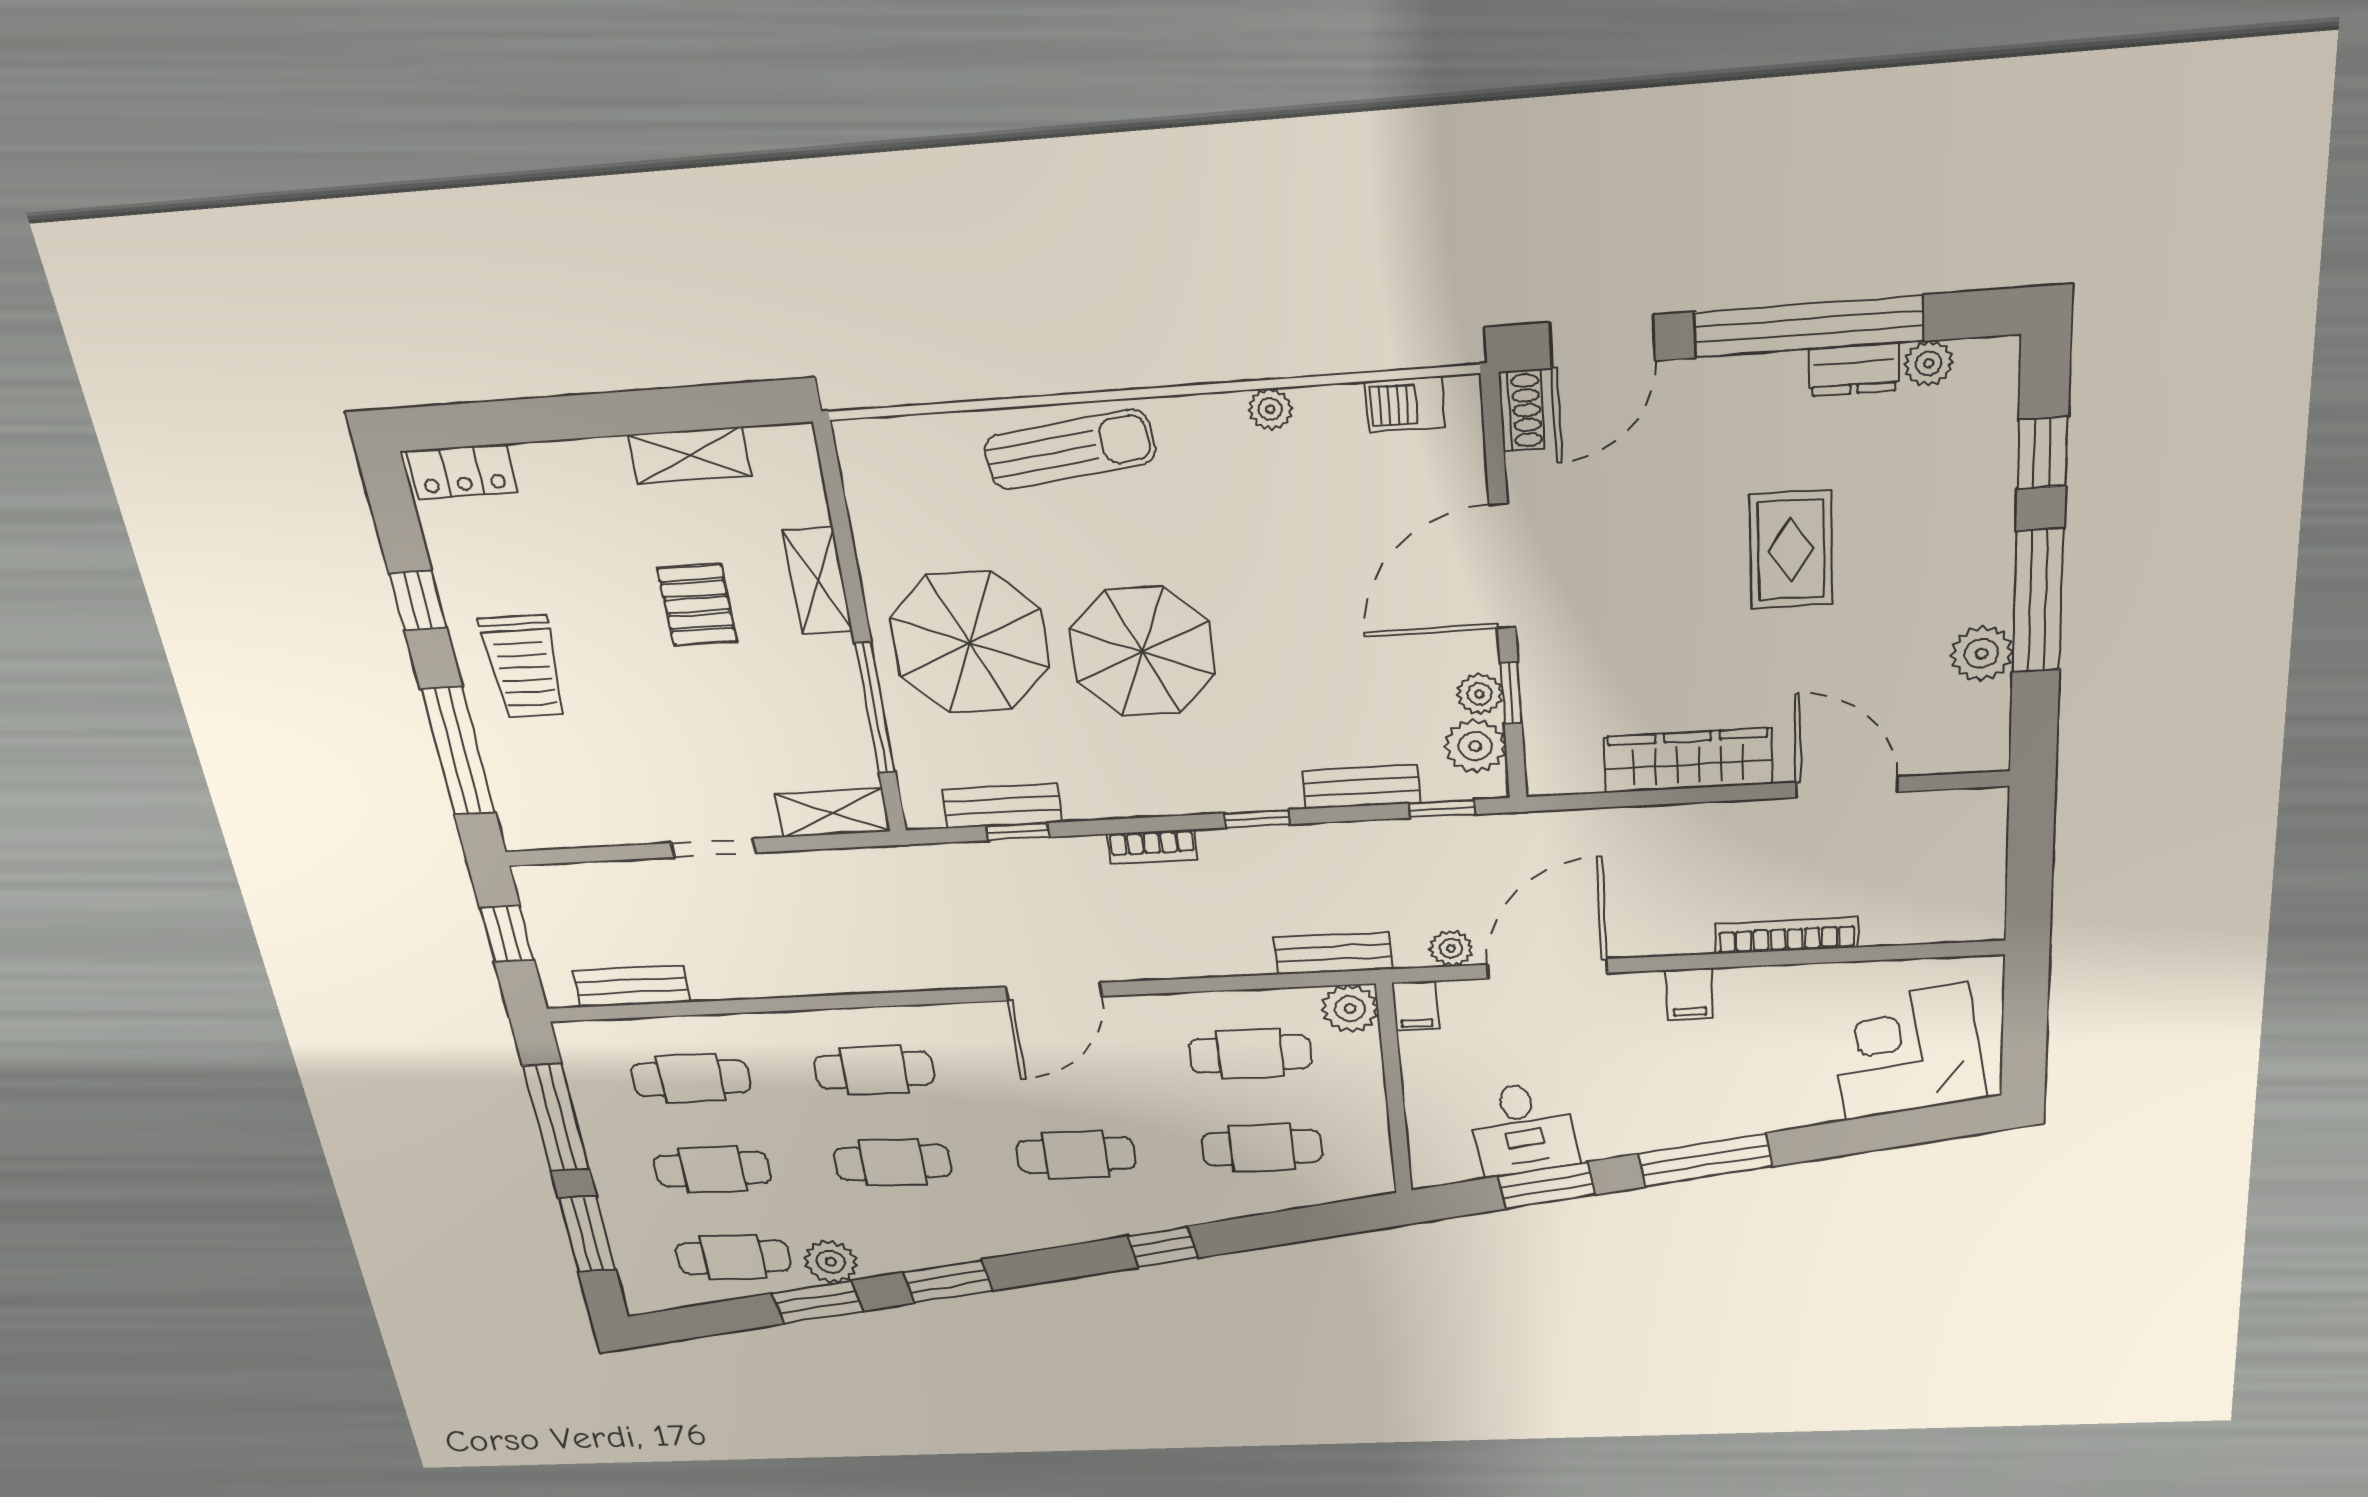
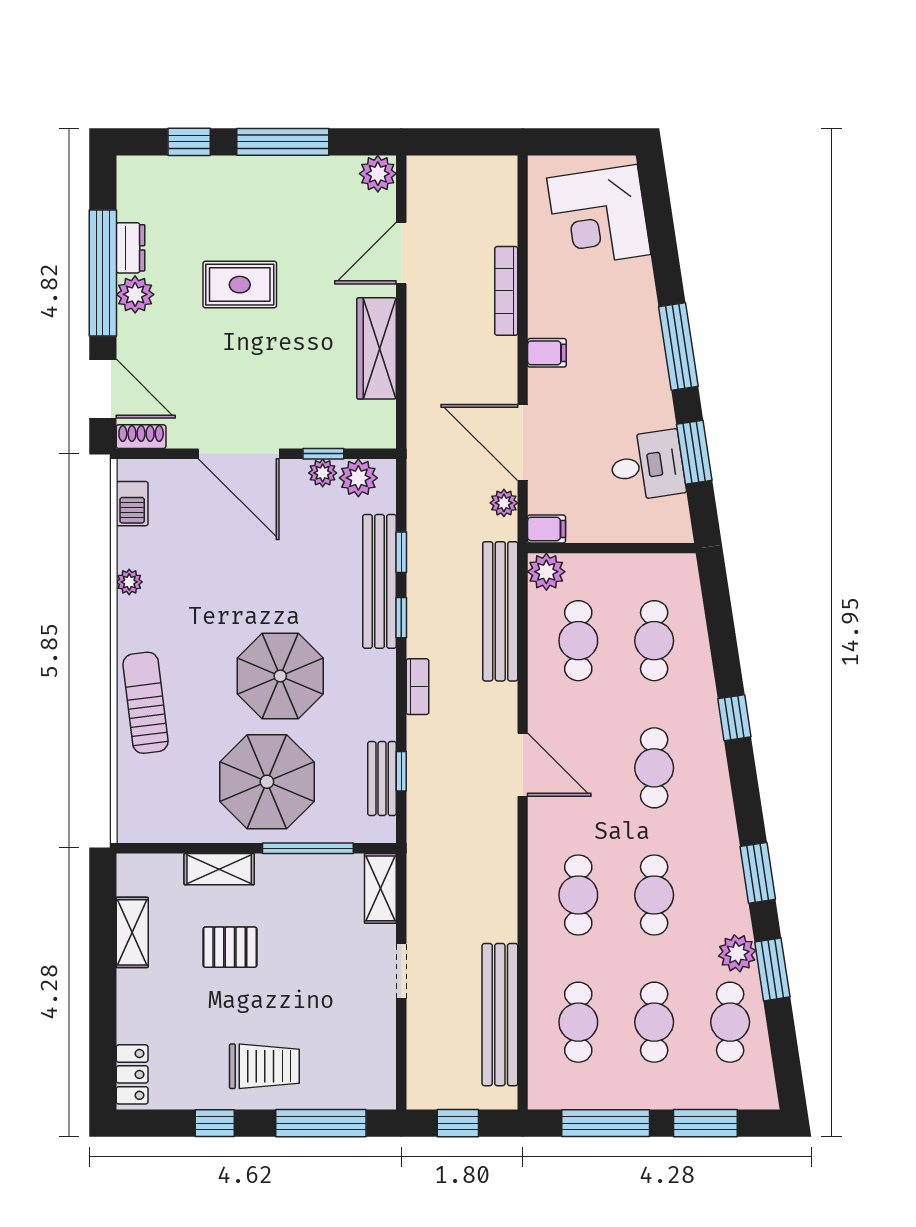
plant: (1929, 363) -> (135, 294), moved, width x1.38, depth x1.38
plant: (1982, 654) -> (378, 174), moved
bench: (1361, 787) -> (380, 581), width x1.86, depth x1.21
window: (1442, 809) -> (401, 552), moved
bench: (1333, 953) -> (500, 611), width x1.86, depth x1.21
bench: (632, 986) -> (500, 1015), width x1.86, depth x1.21

